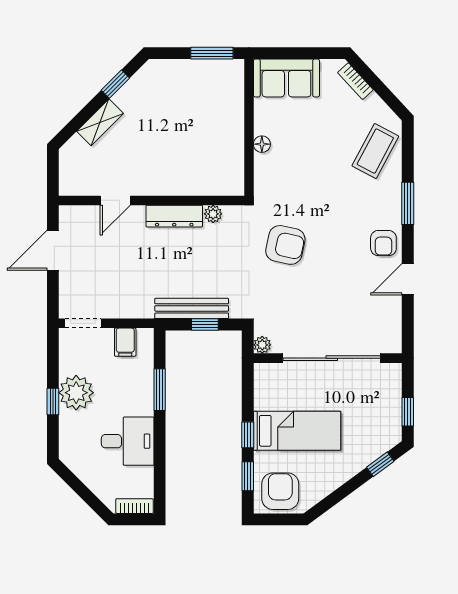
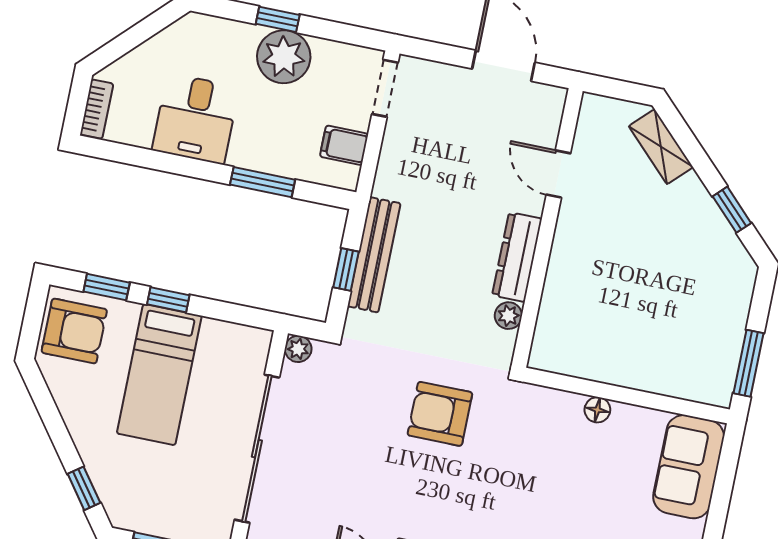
shelving: (100, 122) -> (661, 147), moved
armchair: (285, 245) -> (440, 414), turned 78

